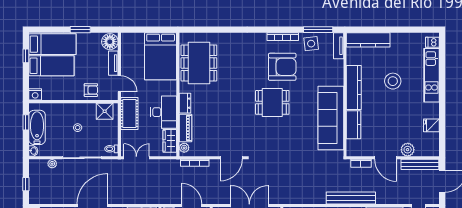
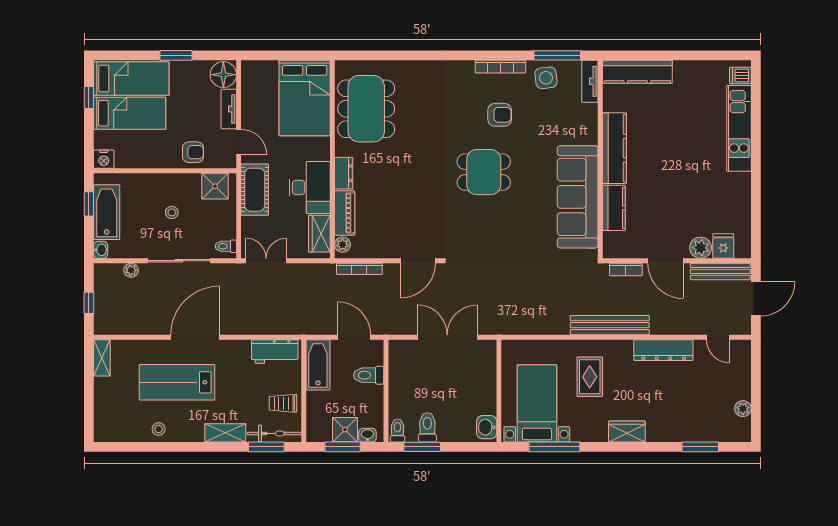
armchair: (282, 67) -> (500, 115), width x0.53, depth x0.53
stool: (393, 81) -> (677, 138), removed
fridge: (431, 125) -> (723, 246), moved, turned 90

